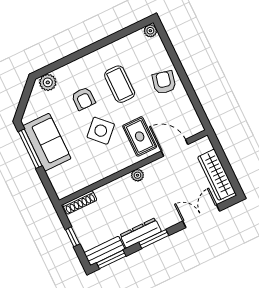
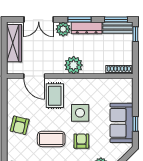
coffee table: (120, 84) -> (51, 139), turned 90
side table: (101, 131) -> (80, 113), turned 45
window: (30, 149) -> (135, 124), width x0.46
plant: (137, 175) -> (74, 65), width x1.88, depth x1.88
plant: (167, 219) -> (63, 29), added
window: (73, 237) -> (135, 34), moved

